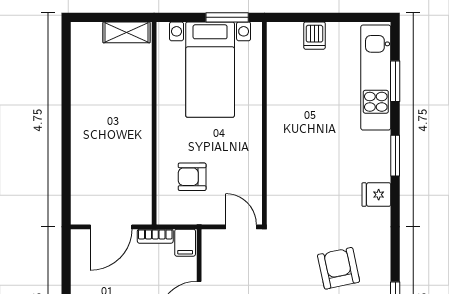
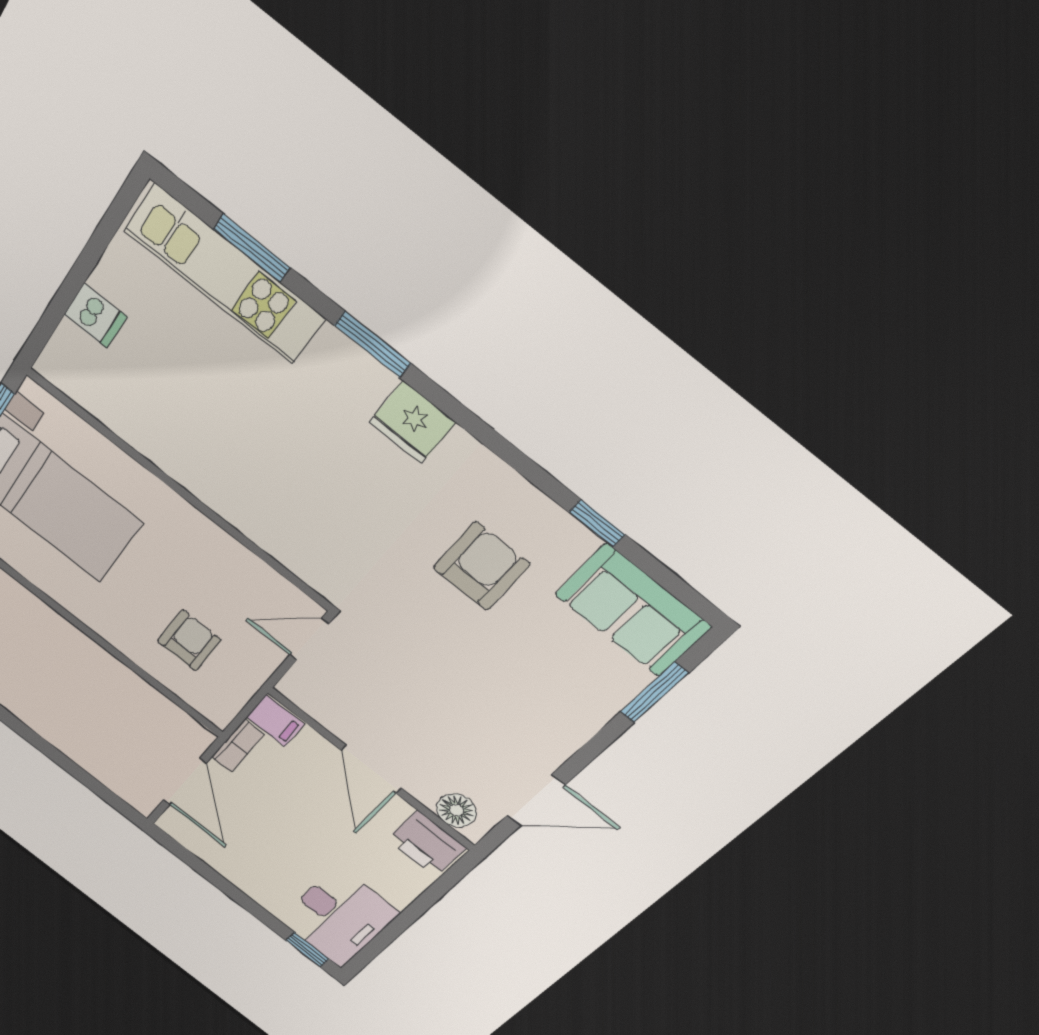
armchair: (192, 177) -> (189, 640), turned 180
fridge: (376, 195) -> (412, 422), width x1.38
armchair: (339, 268) -> (481, 566), turned 102

